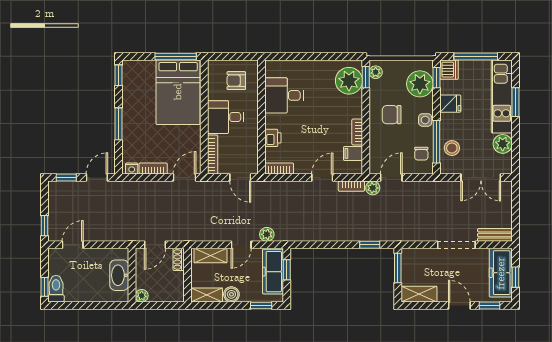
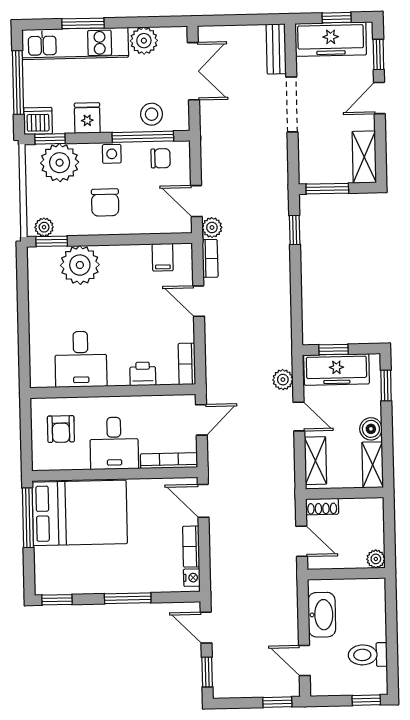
plant: (349, 81) -> (80, 265), moved
bookcase: (357, 132) -> (131, 252), removed
washbasin: (119, 275) -> (322, 615), moved, turned -90
toilet: (56, 289) -> (368, 655), moved

